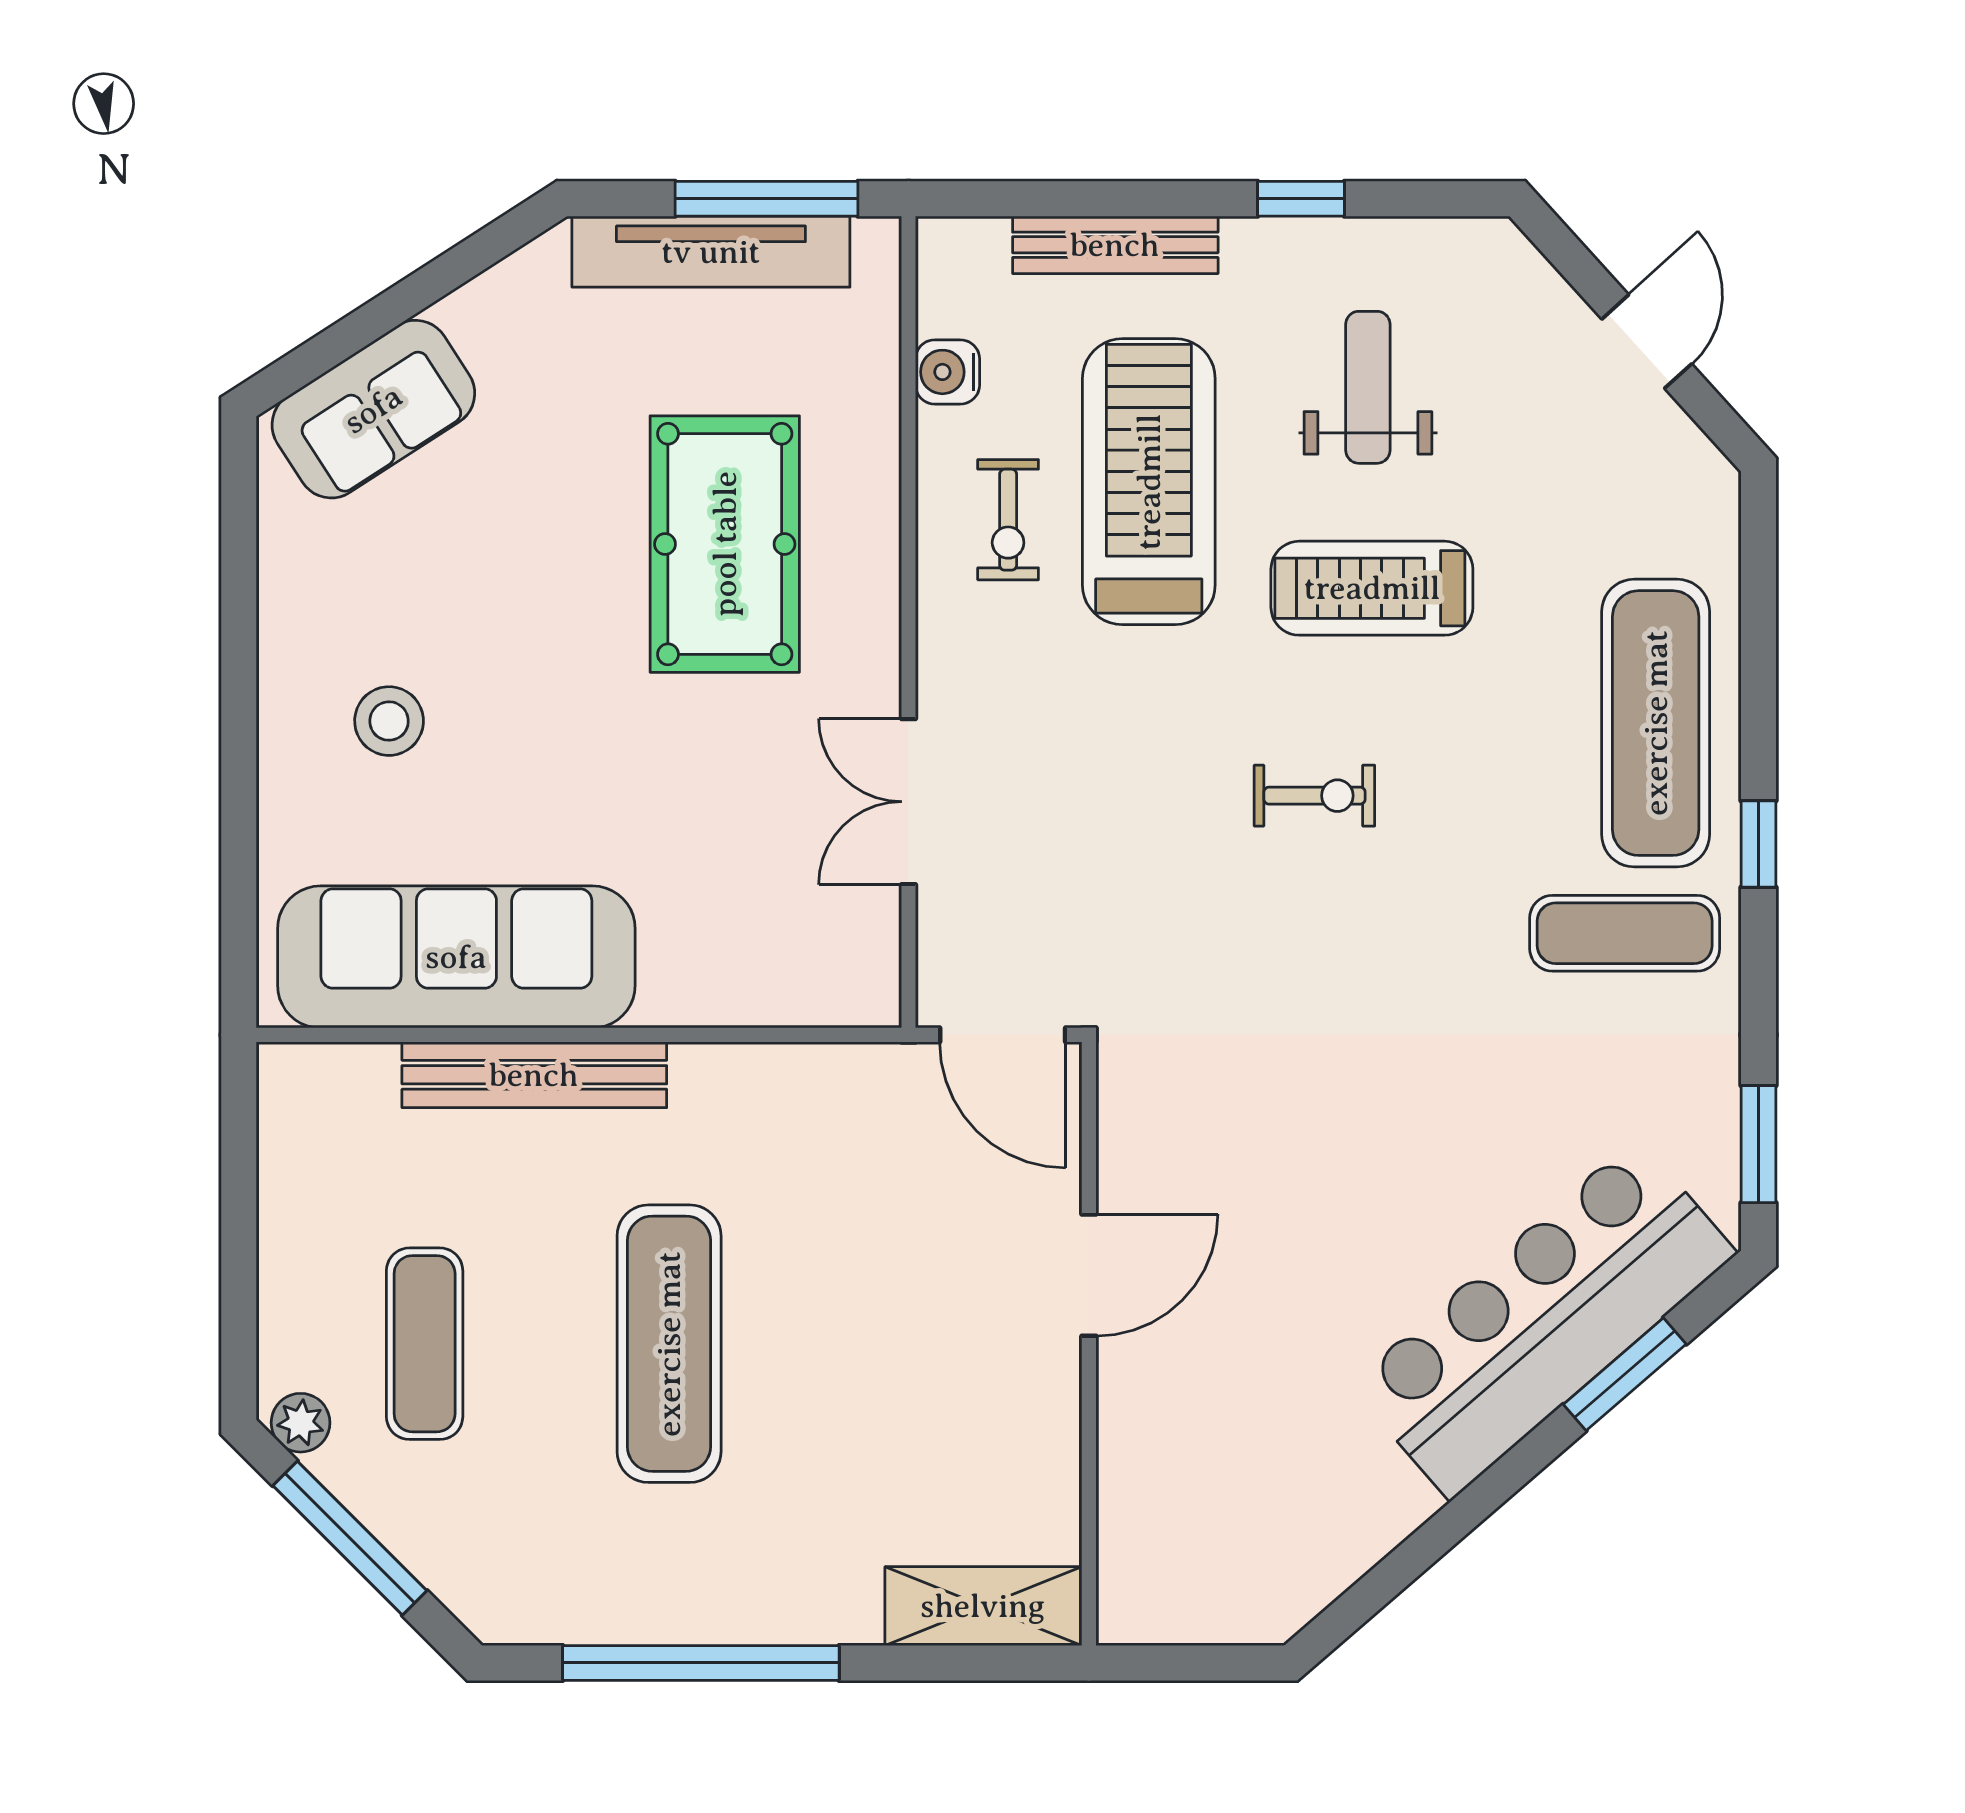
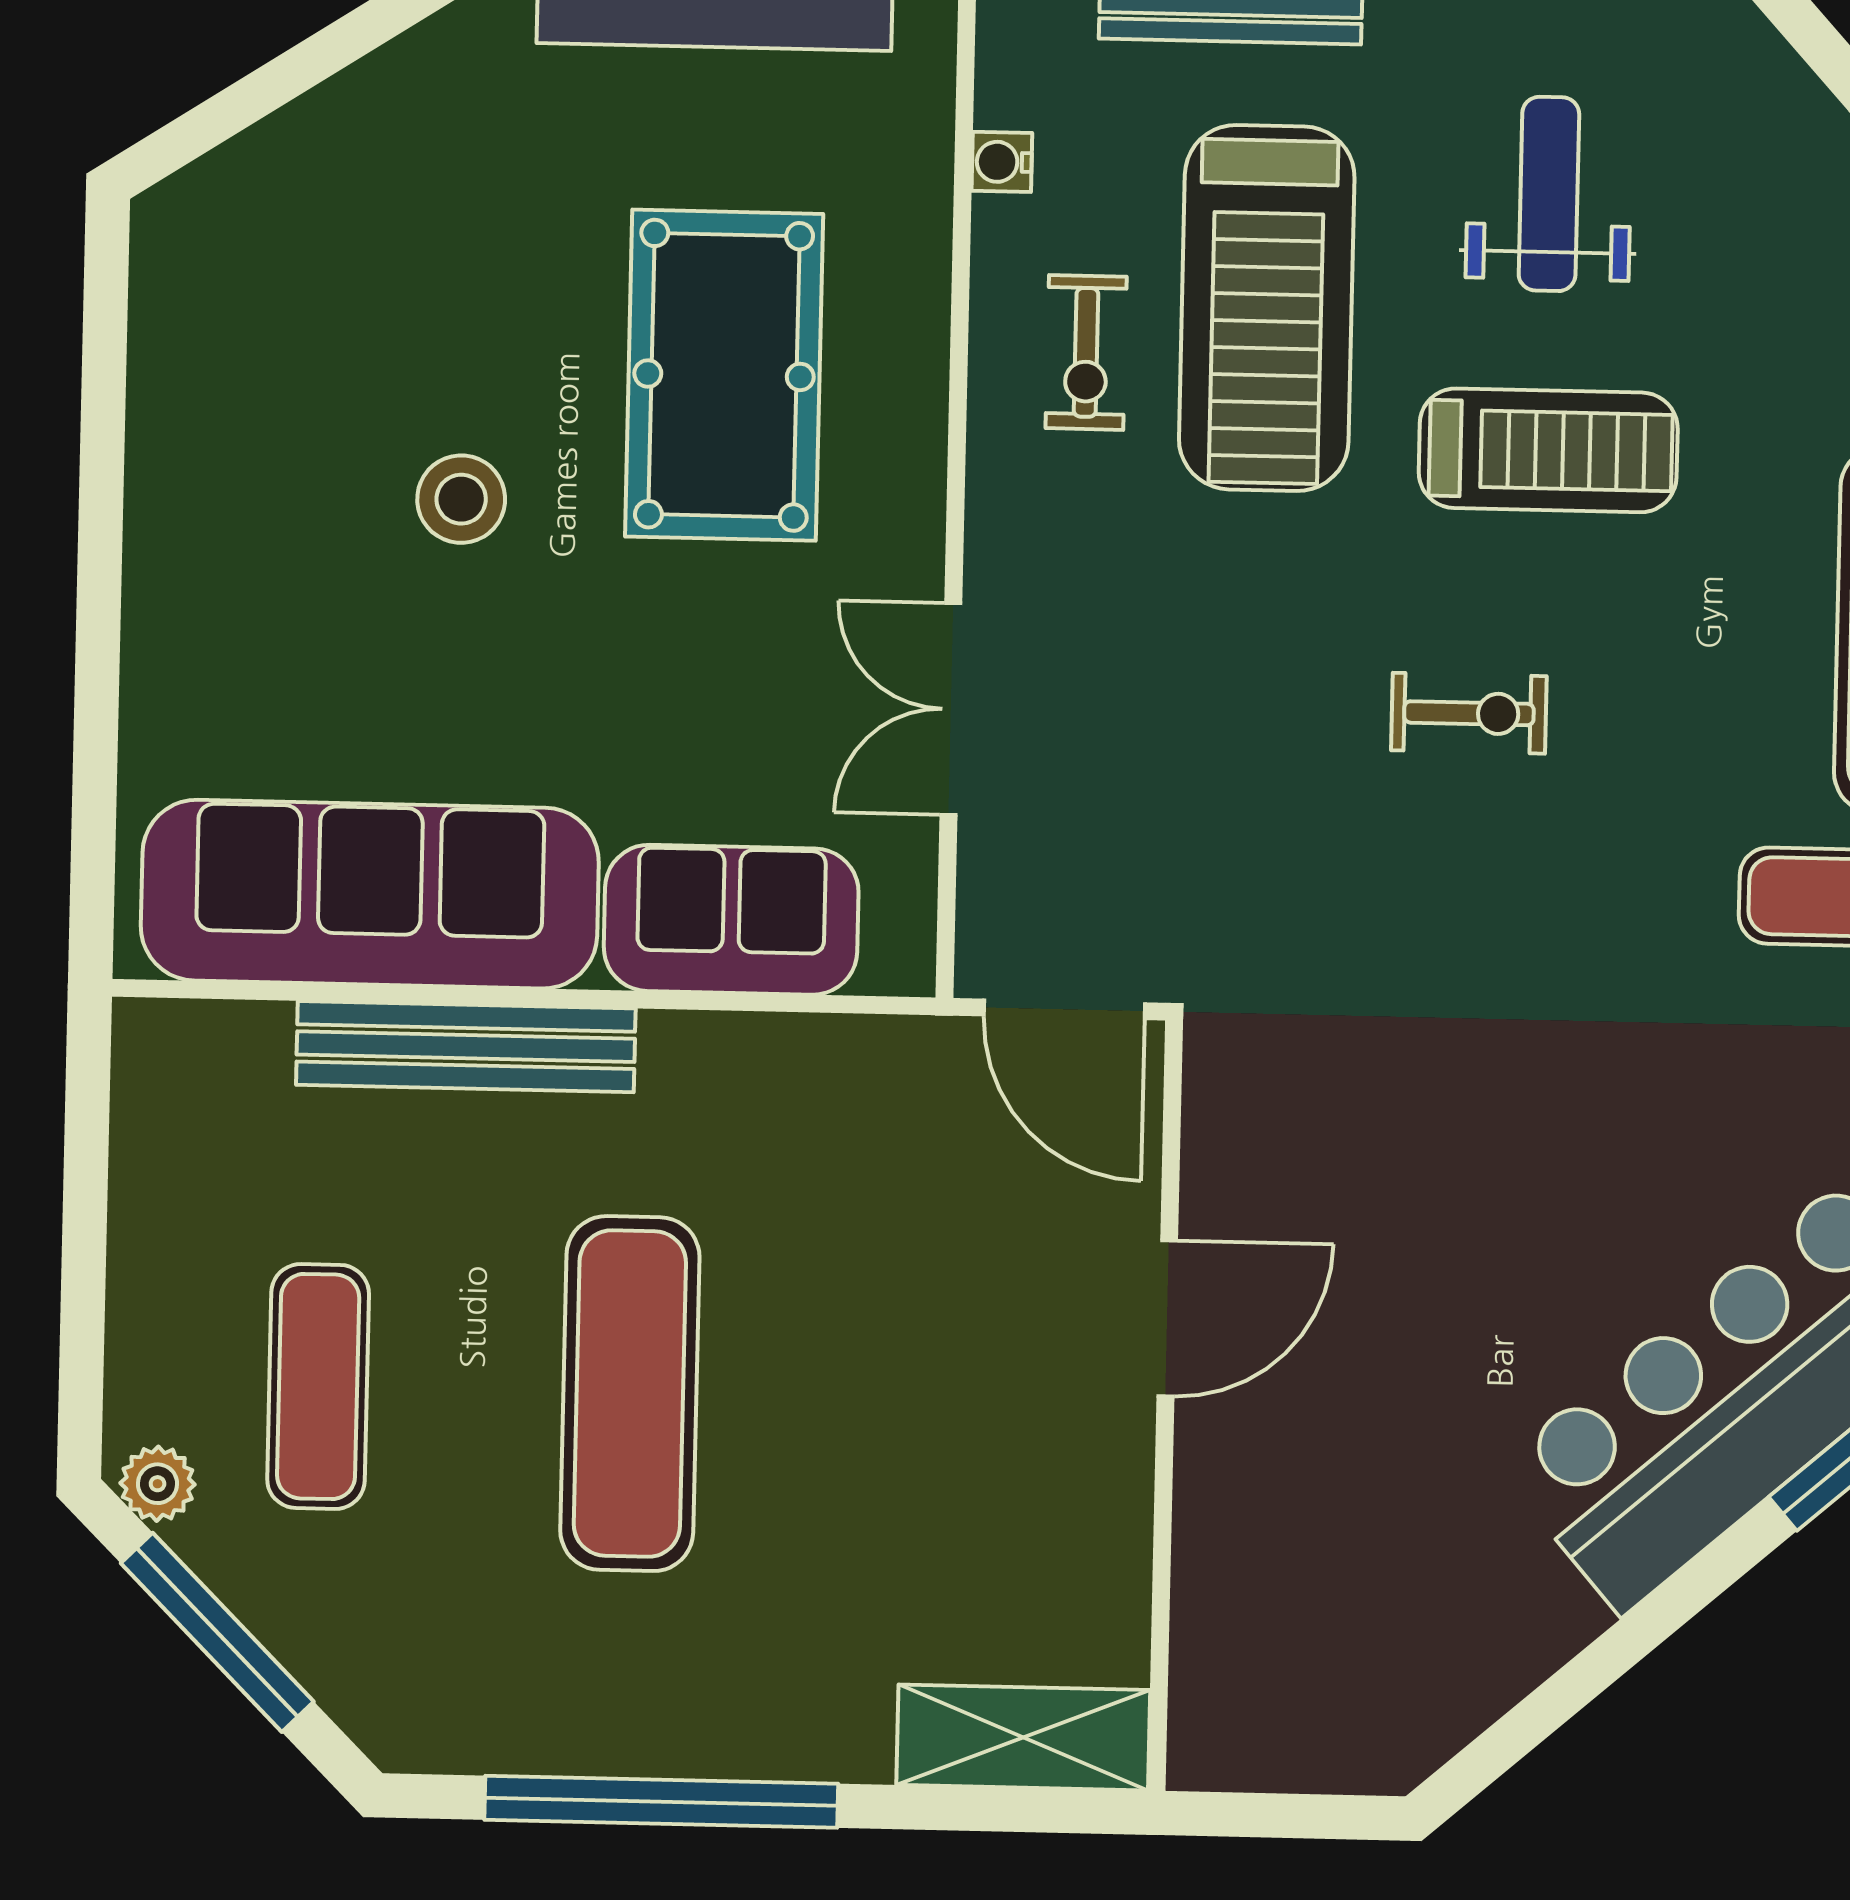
water cooler: (948, 372) -> (1002, 162), width x0.72, depth x0.72
sofa: (373, 409) -> (731, 920), moved, turned -147
treadmill: (1149, 482) -> (1267, 308), turned 180
treadmill: (1372, 588) -> (1548, 450), turned 180
stool: (389, 721) -> (461, 499), moved

